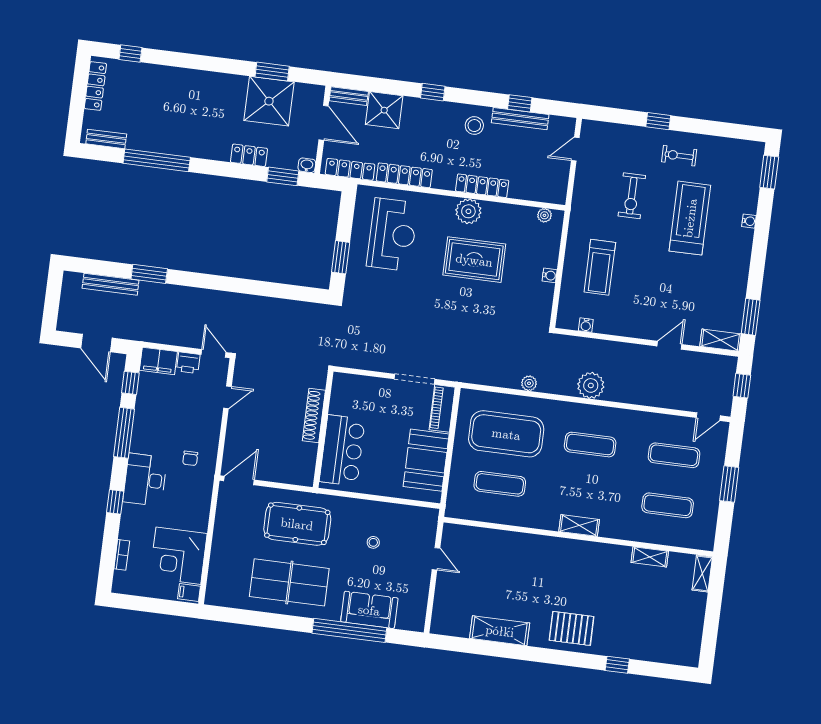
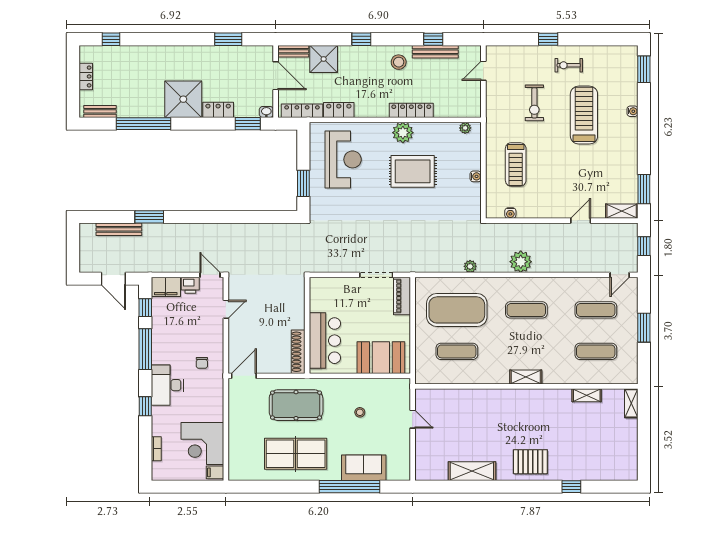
locker: (95, 86) -> (86, 76), width x0.66
shower: (269, 101) -> (183, 99), moved
locker: (404, 175) -> (339, 110), width x0.66
shoe rack: (314, 416) -> (298, 352), moved
booth: (426, 460) -> (381, 358), moved, turned 90

